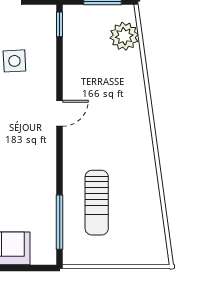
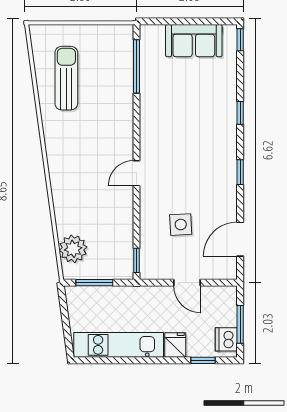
sun lounger: (97, 203) -> (66, 78), moved

